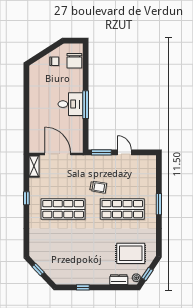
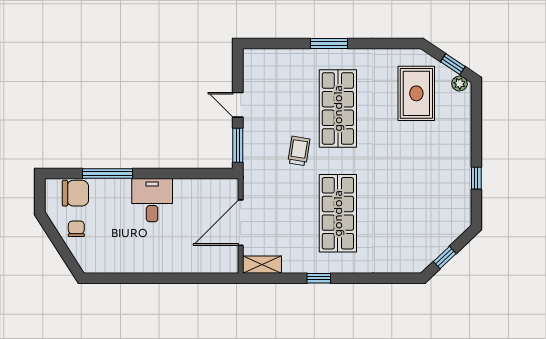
window: (86, 105) -> (107, 173), moved
door: (124, 152) -> (238, 105), hinge flipped
dresser: (119, 280) -> (463, 115), removed

